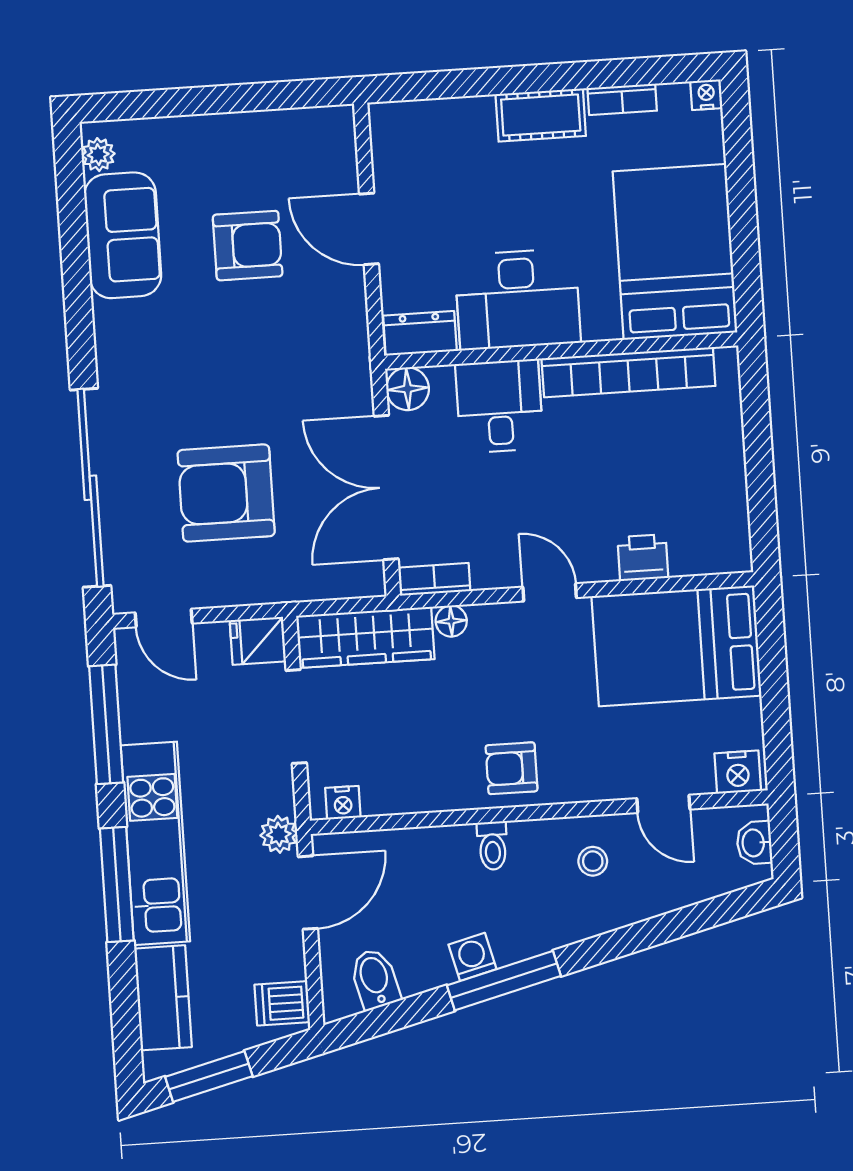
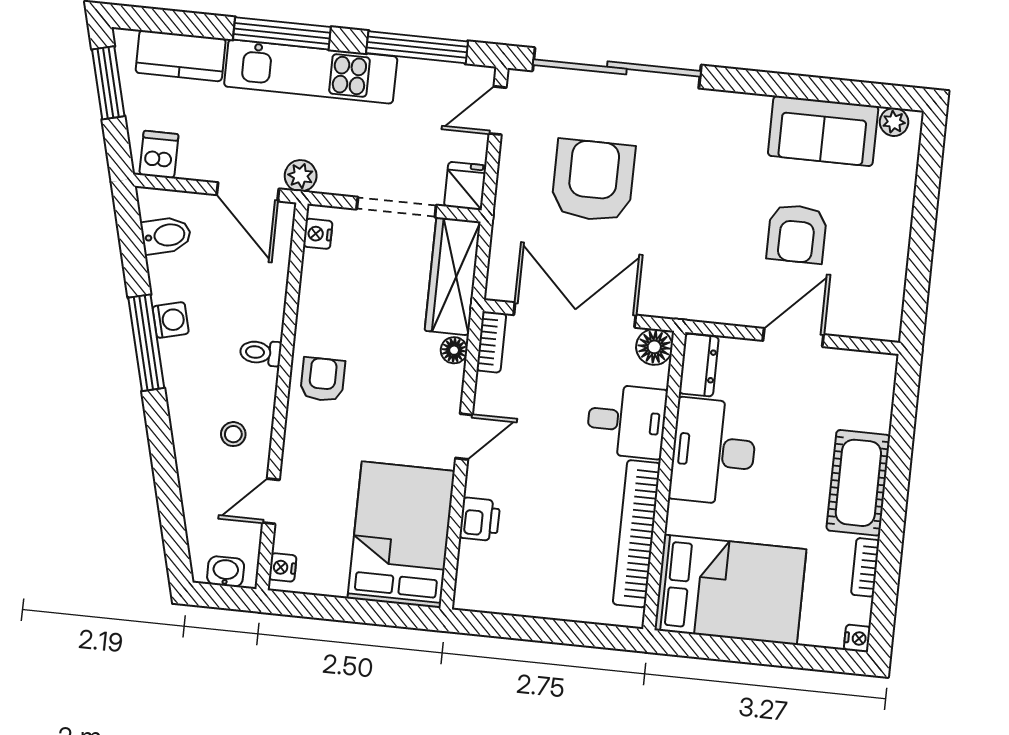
cot: (541, 115) -> (858, 483), width x1.37, depth x1.34
nightstand: (738, 772) -> (283, 567), width x0.72, depth x0.74

